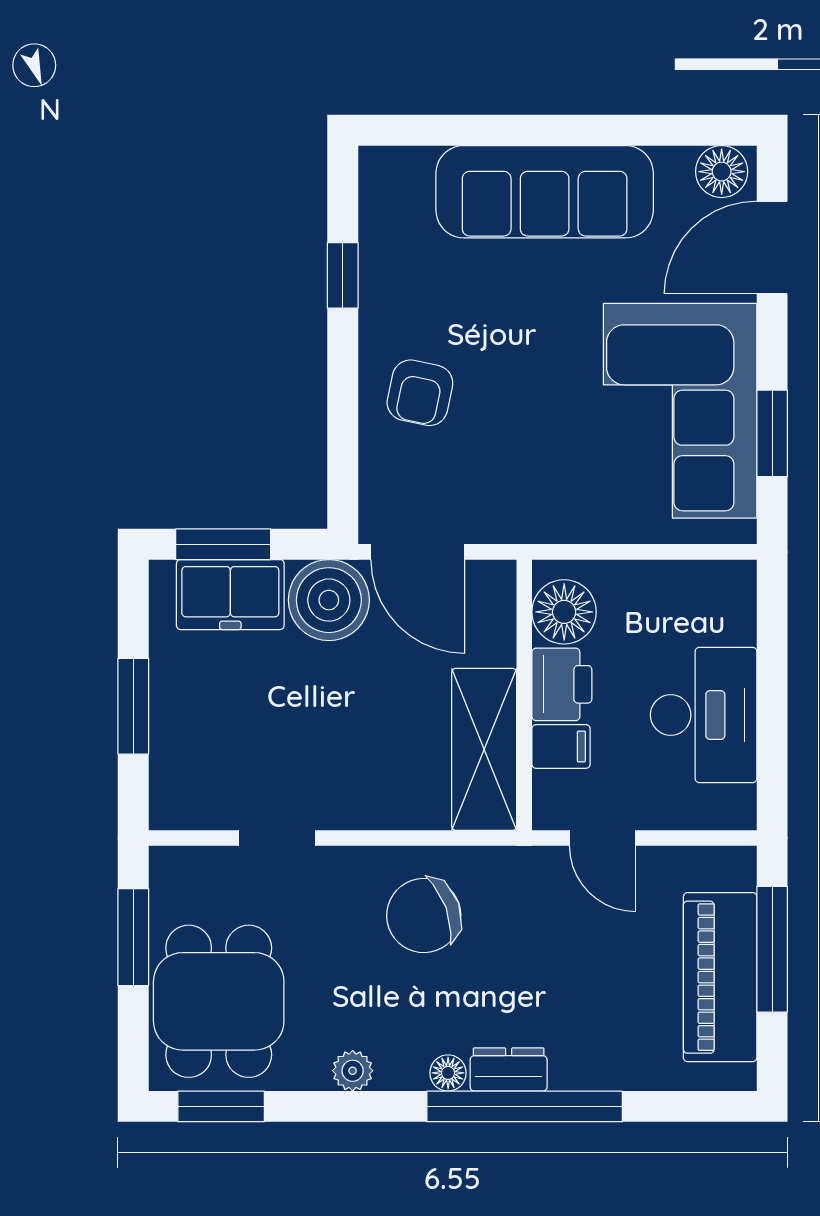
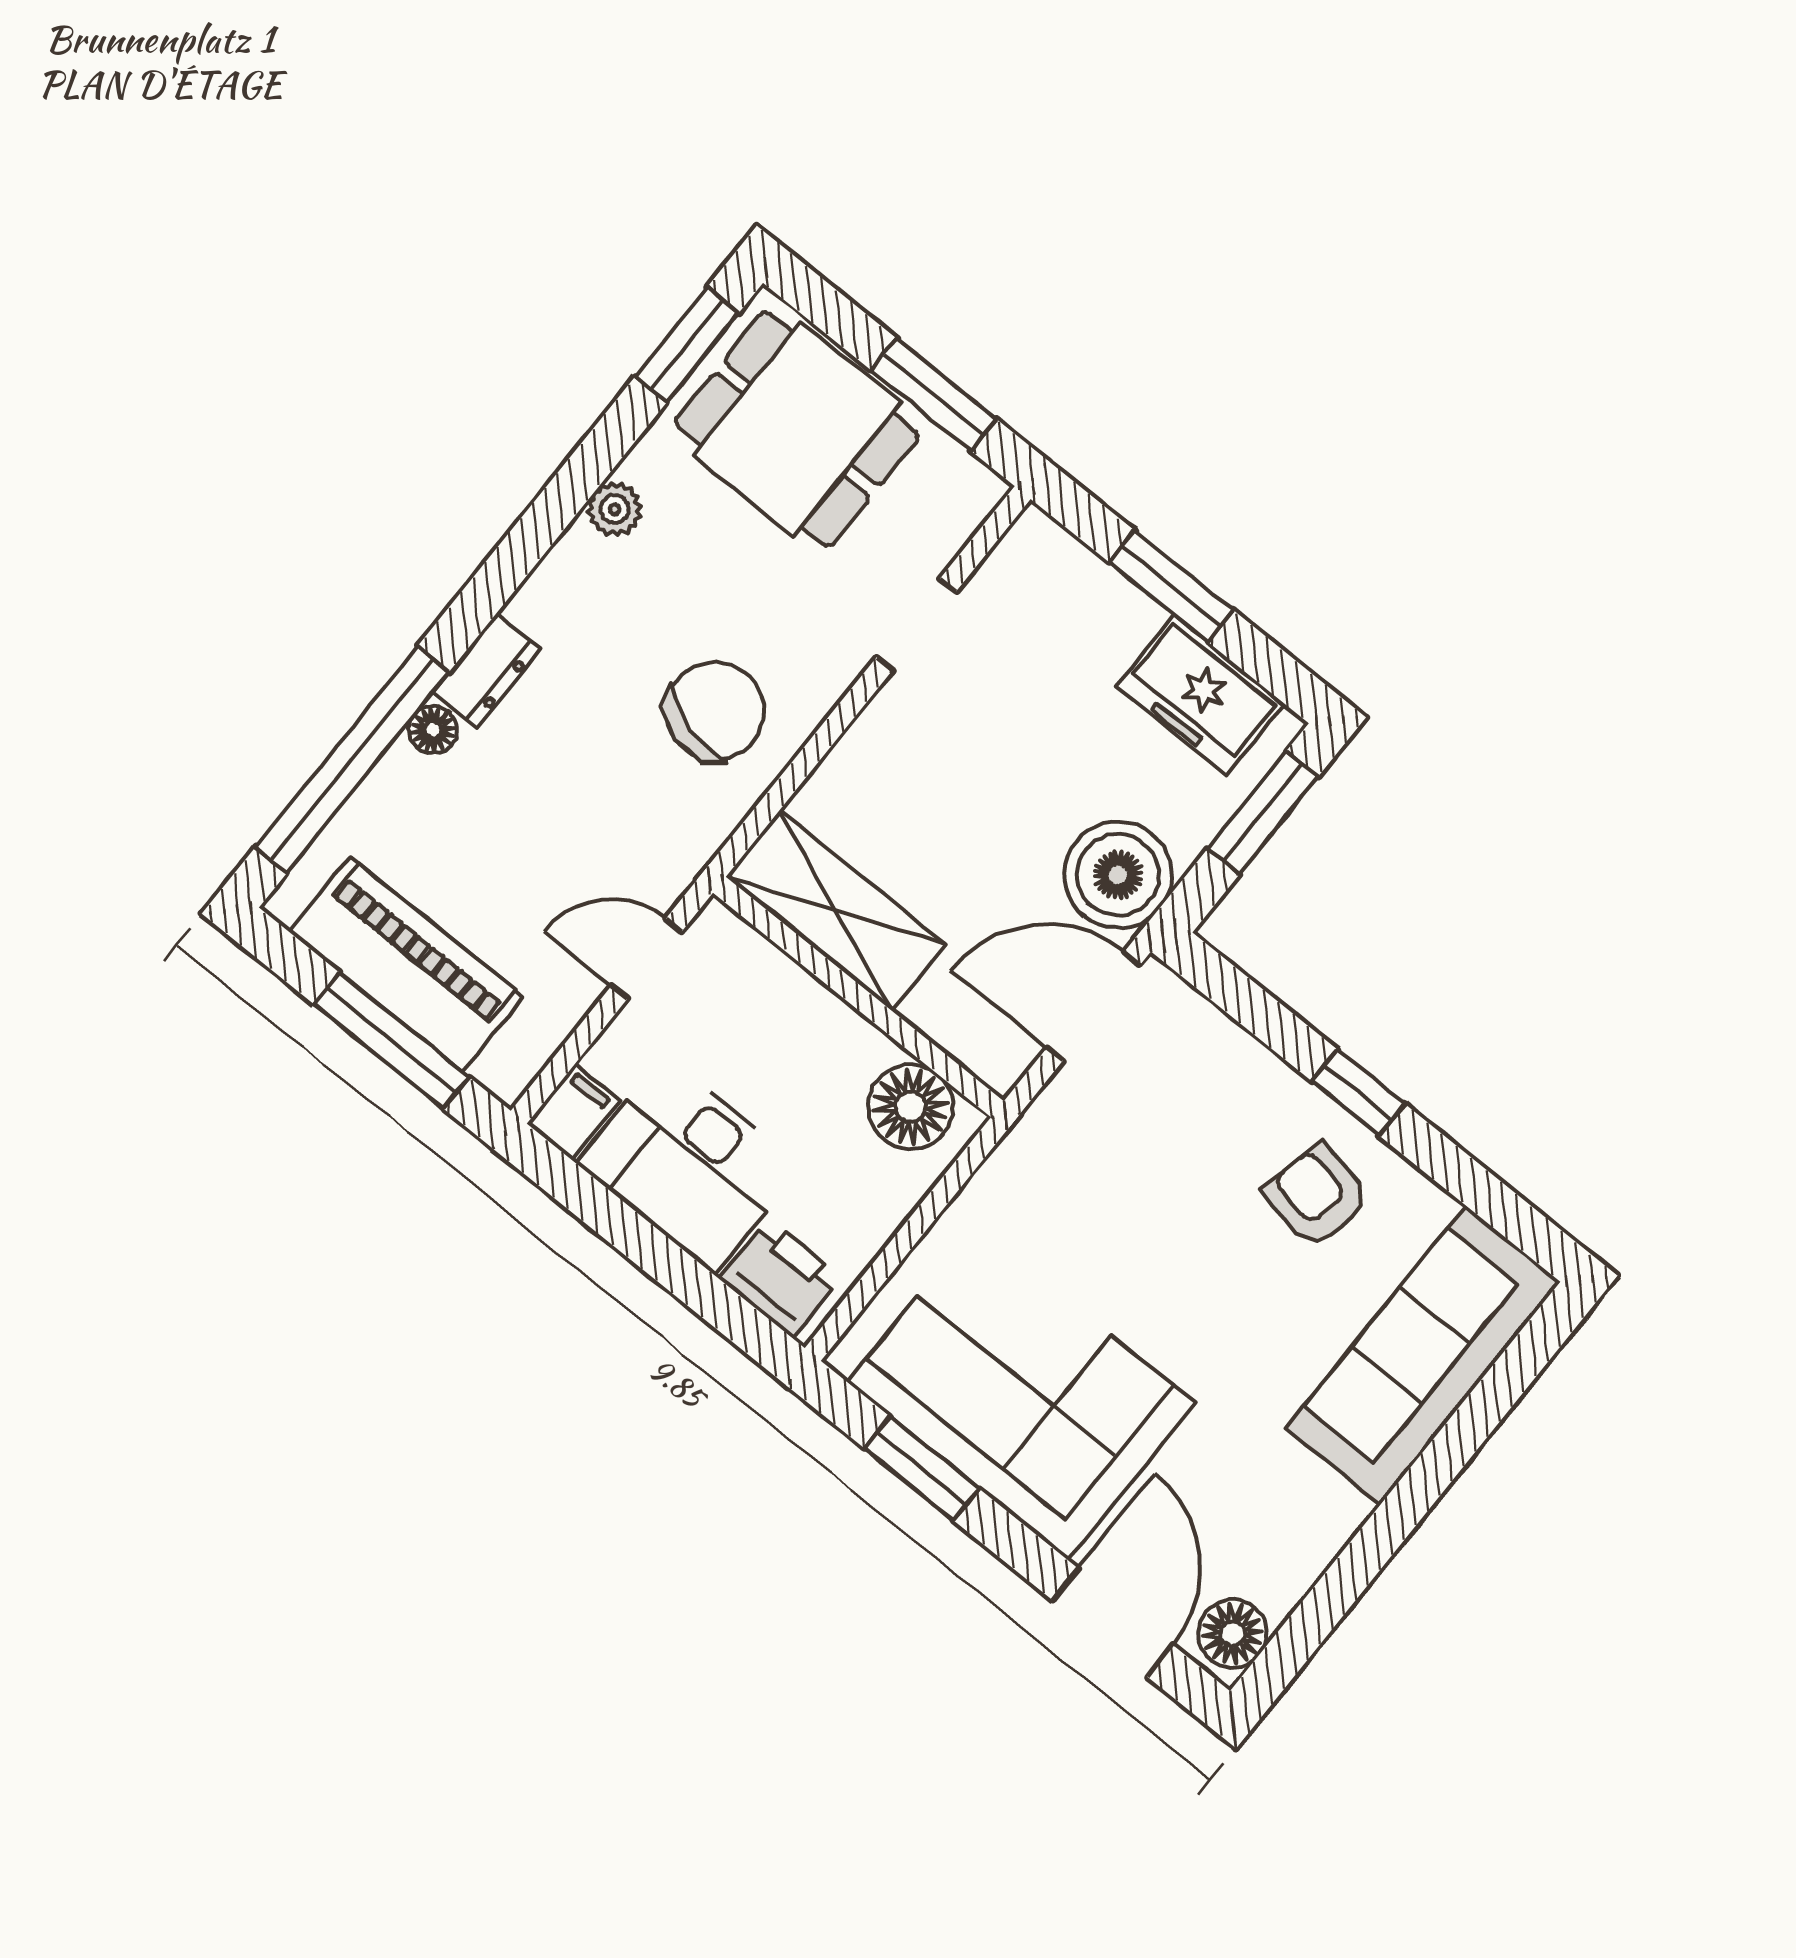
sofa: (545, 192) -> (1423, 1355), moved
window: (343, 275) -> (1358, 1093), moved
armchair: (420, 393) -> (1317, 1196), moved
freezer: (230, 595) -> (1200, 695), moved, turned -90
printer: (562, 684) -> (781, 1278), moved, turned 180
filing cabinet: (561, 746) -> (573, 1112), moved, turned 180
chair: (424, 916) -> (715, 711), turned 36
floor lamp: (448, 1073) -> (433, 730), moved
window: (525, 1106) -> (352, 760), moved

